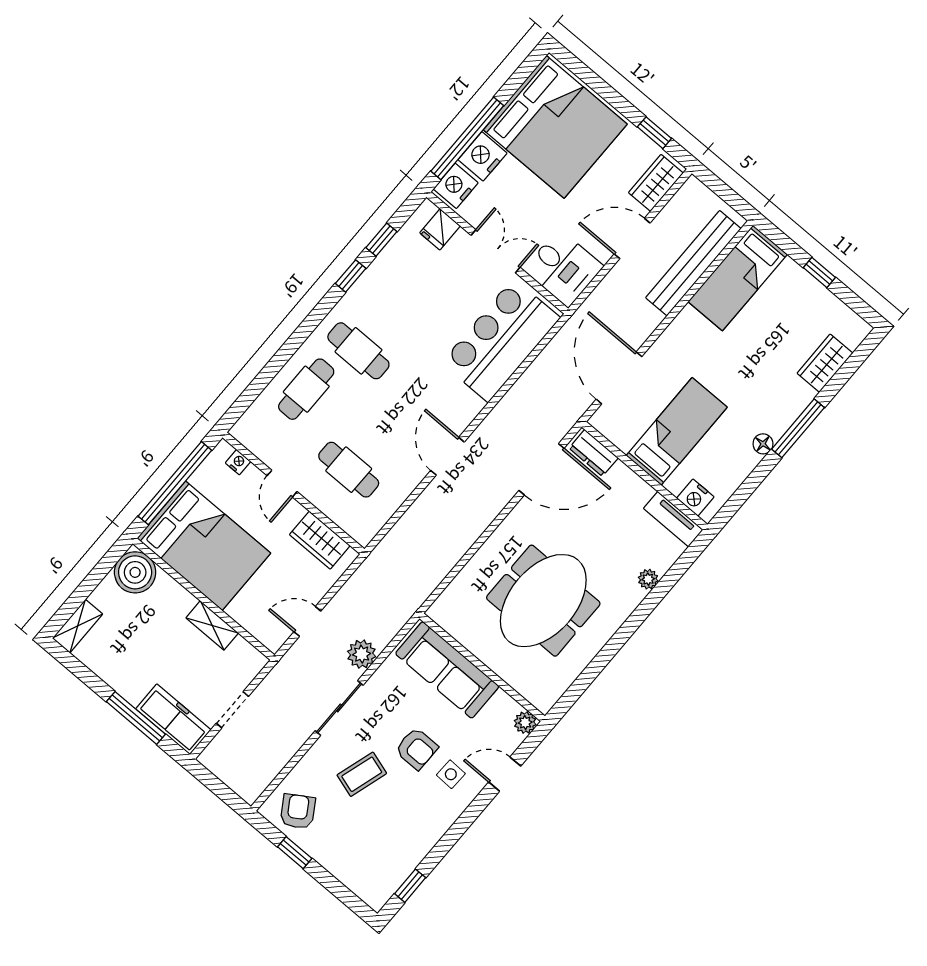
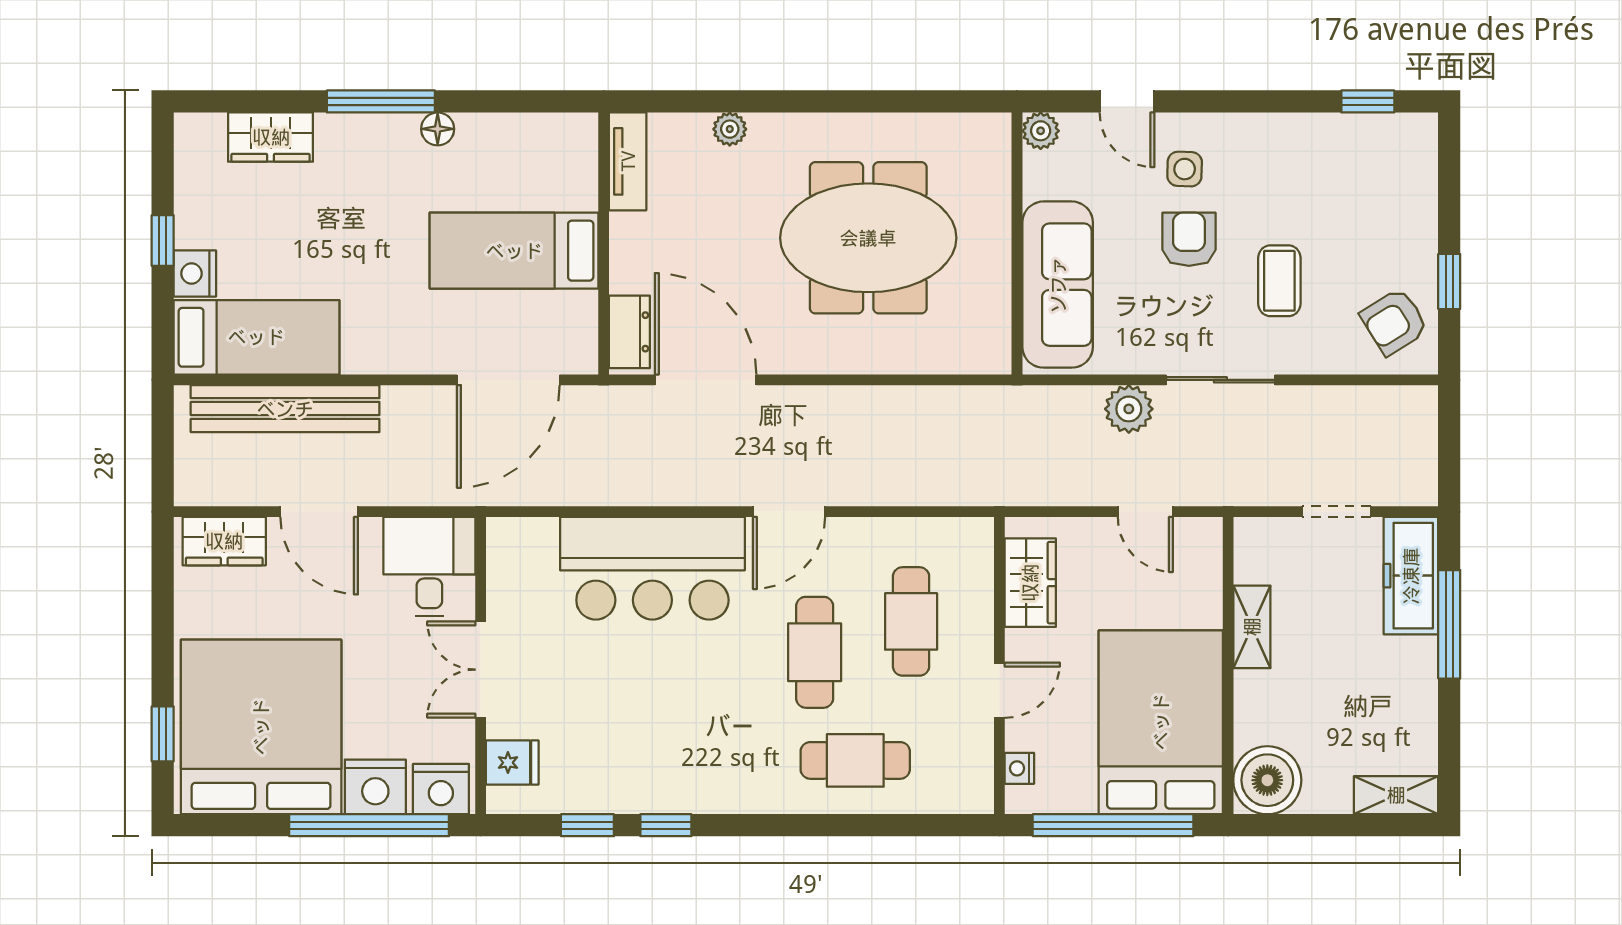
window: (654, 133) -> (163, 734), moved
bar counter: (501, 340) -> (652, 568), moved
cafe table: (358, 351) -> (815, 652), moved
nightstand: (695, 498) -> (195, 273), moved, turned 180
coffee table: (362, 774) -> (1279, 281), turned 73

